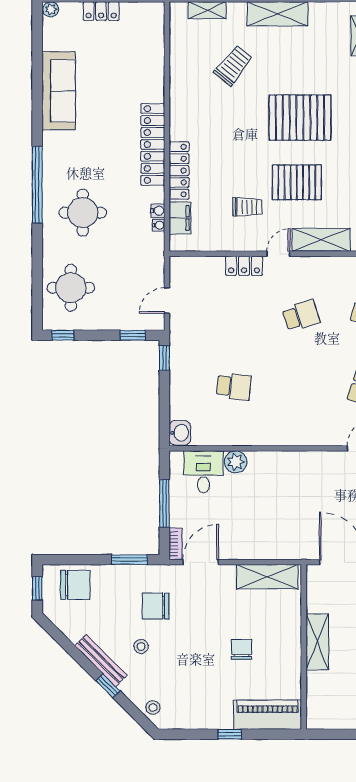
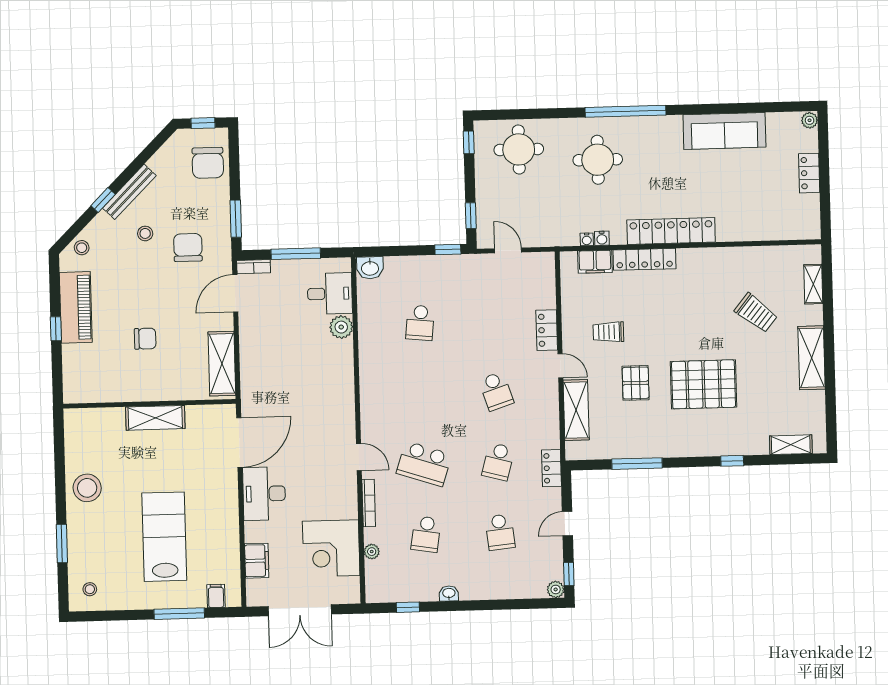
pallet: (300, 118) -> (703, 384), turned 90
pallet: (297, 182) -> (636, 383), width x0.67, depth x0.71
trolley: (247, 207) -> (608, 332), turned 90
door: (201, 562) -> (235, 293), swing flipped
piano: (268, 715) -> (76, 307), moved

